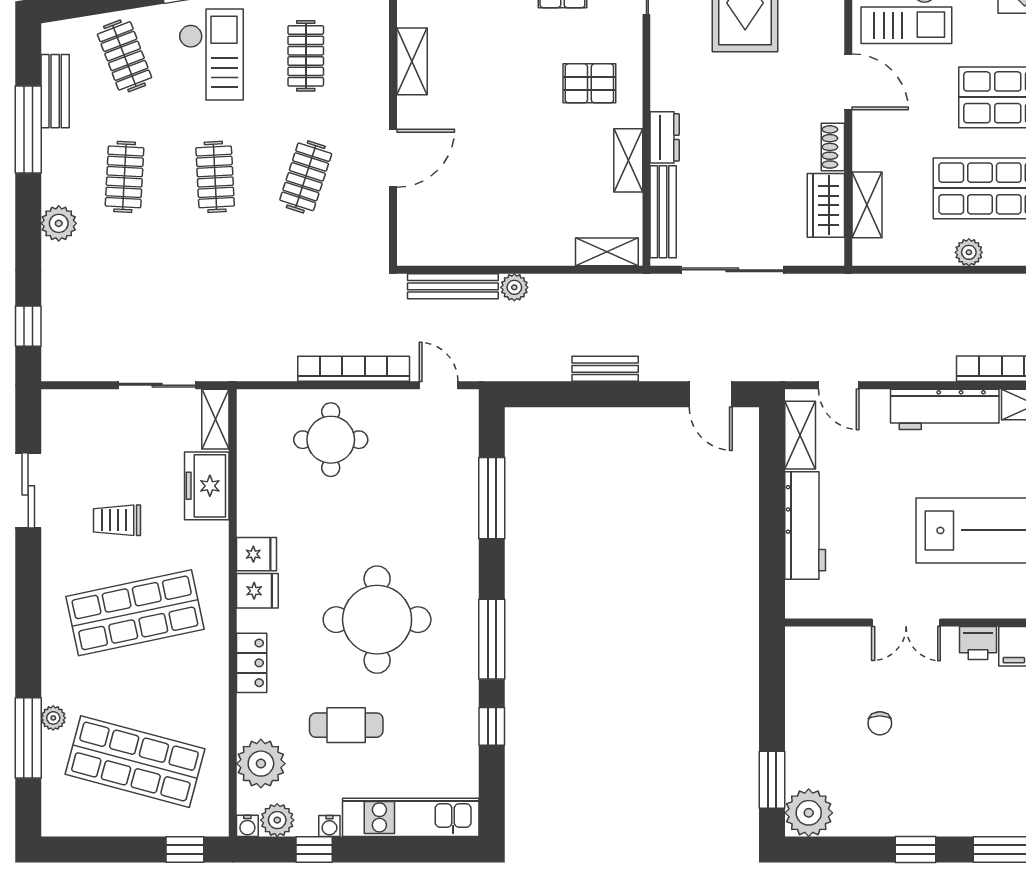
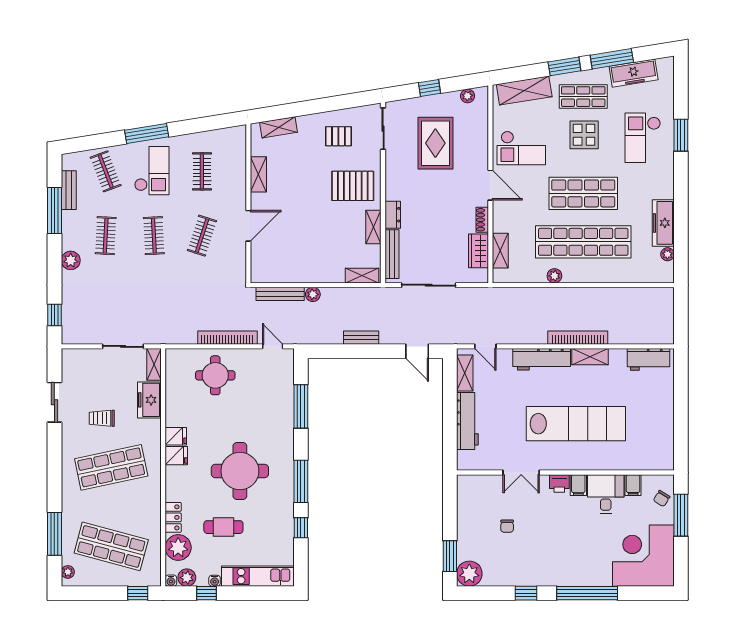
pallet: (589, 83) -> (353, 186), width x1.50, depth x1.42
locker: (252, 663) -> (173, 517), moved
plant: (53, 718) -> (68, 572), moved

